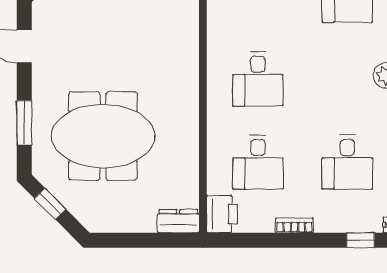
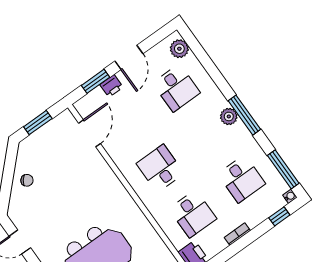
desk: (258, 79) -> (160, 168), turned 180

